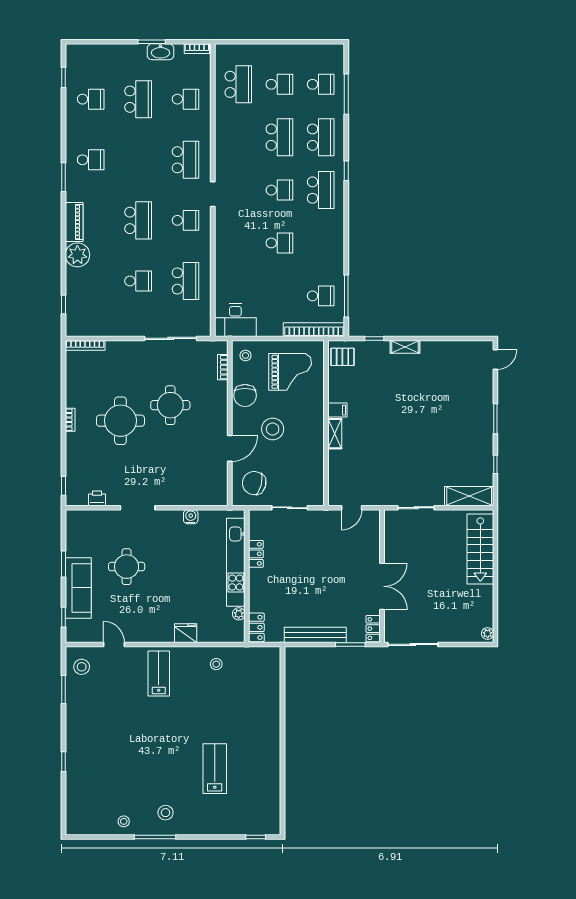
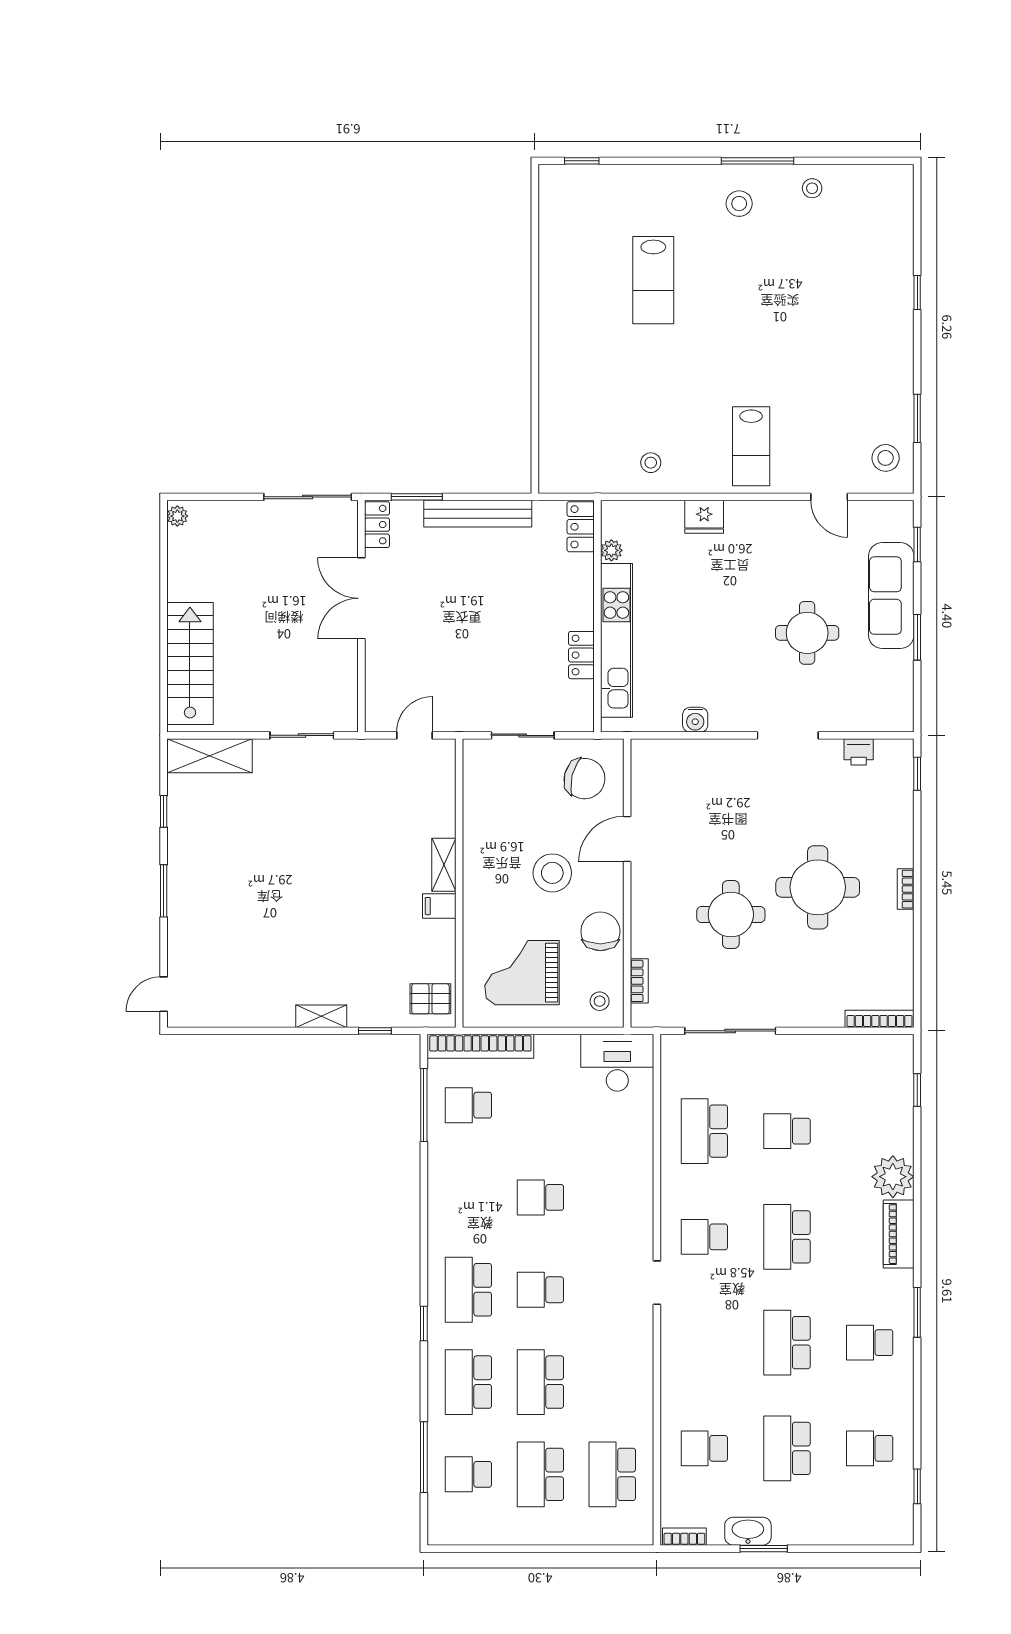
school desk: (279, 84) -> (540, 1474), width x1.85
school desk: (185, 160) -> (787, 1343), moved

